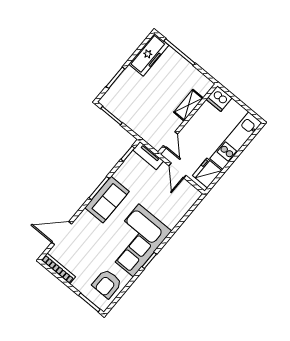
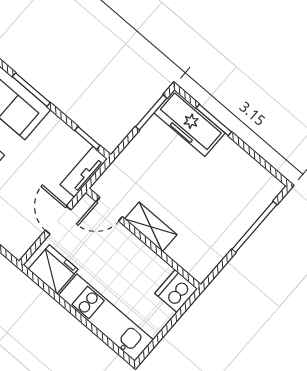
freezer: (149, 55) -> (190, 123), moved
shelving: (188, 105) -> (151, 227), moved
door: (177, 170) -> (58, 220), hinge flipped

